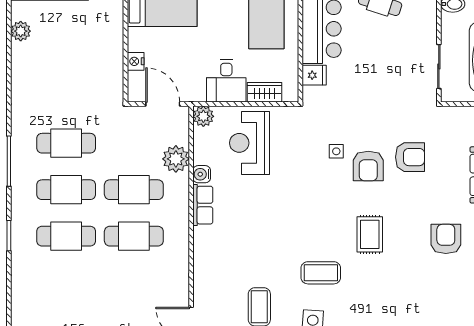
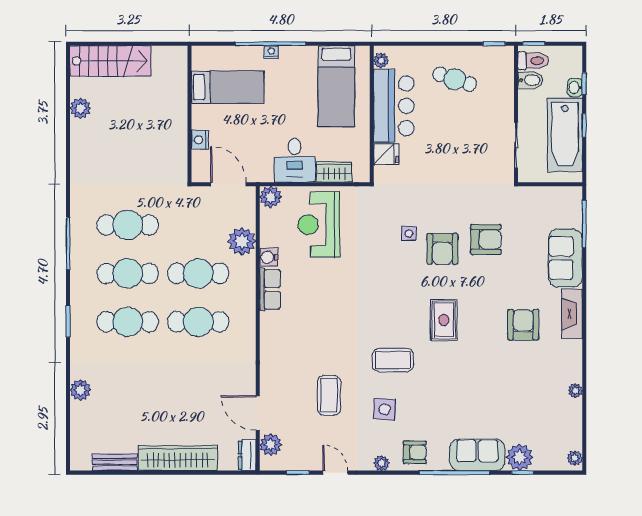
plant: (21, 302) -> (80, 390), added

